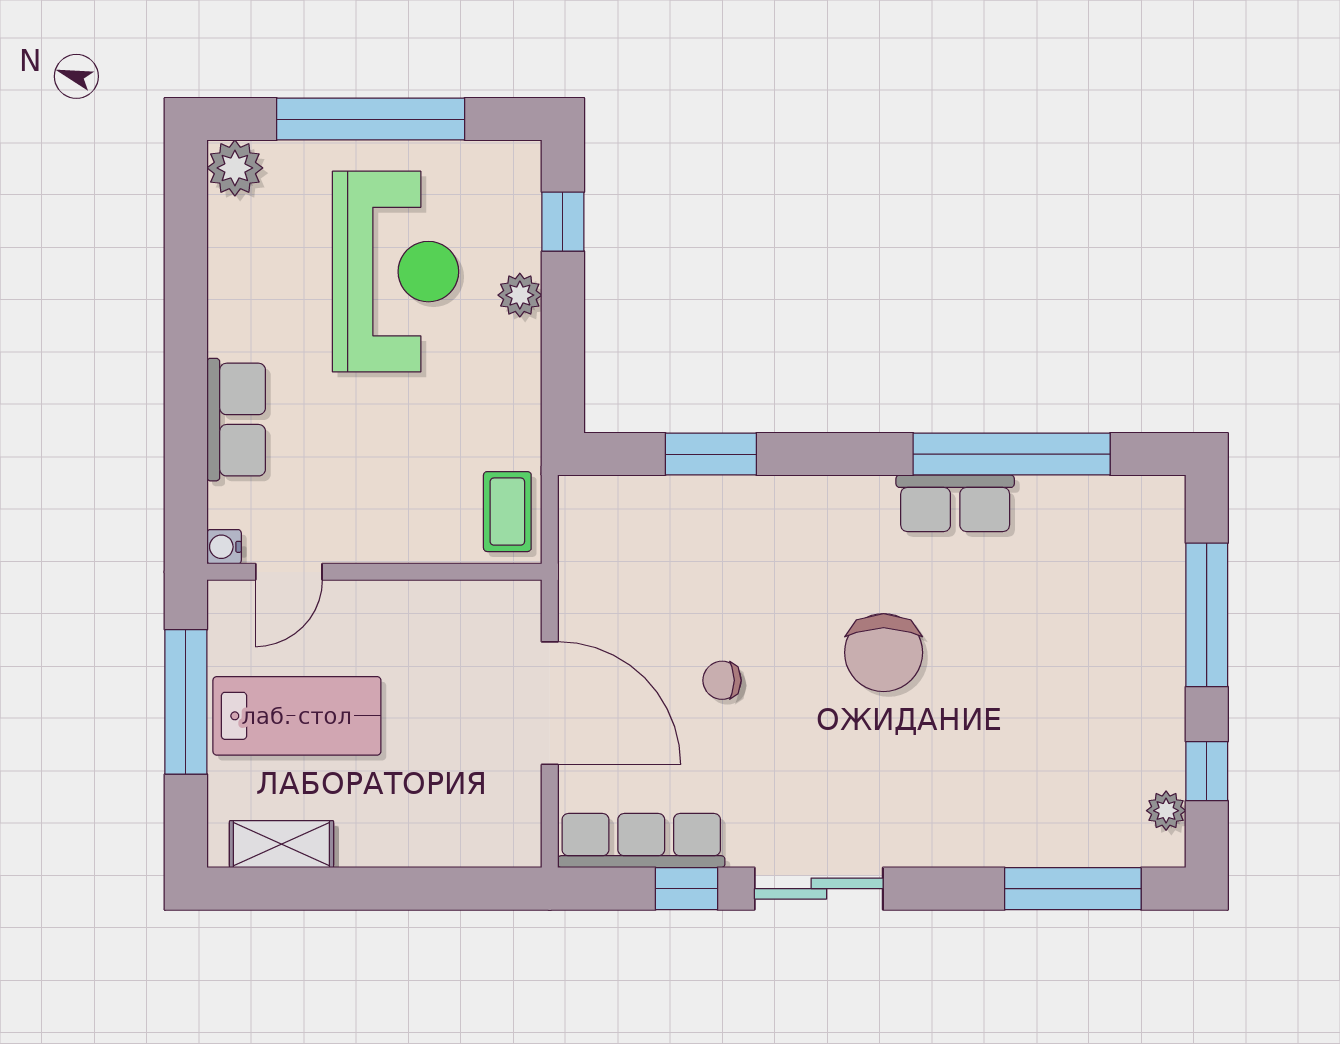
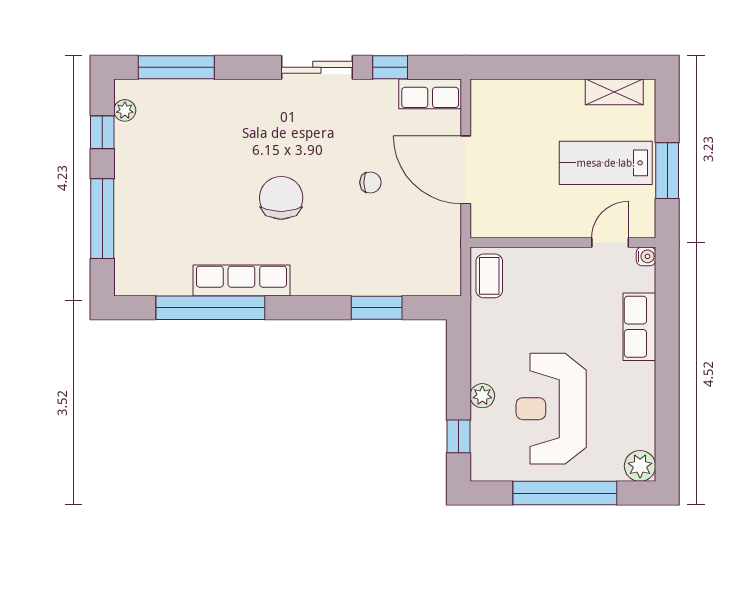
row of seats: (955, 503) -> (241, 280), width x1.48
window: (186, 702) -> (667, 171), width x0.69
row of seats: (641, 841) -> (430, 94), width x0.68

